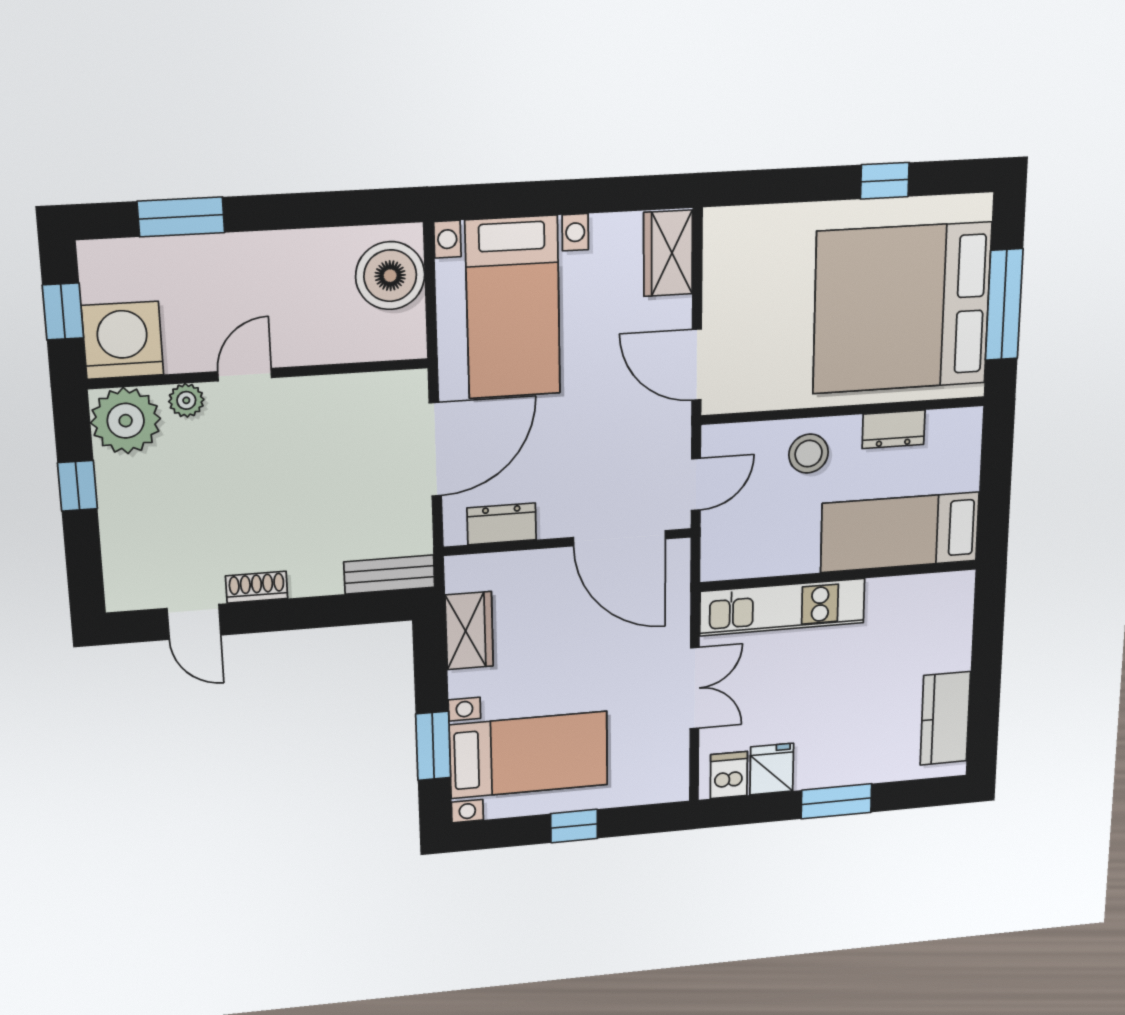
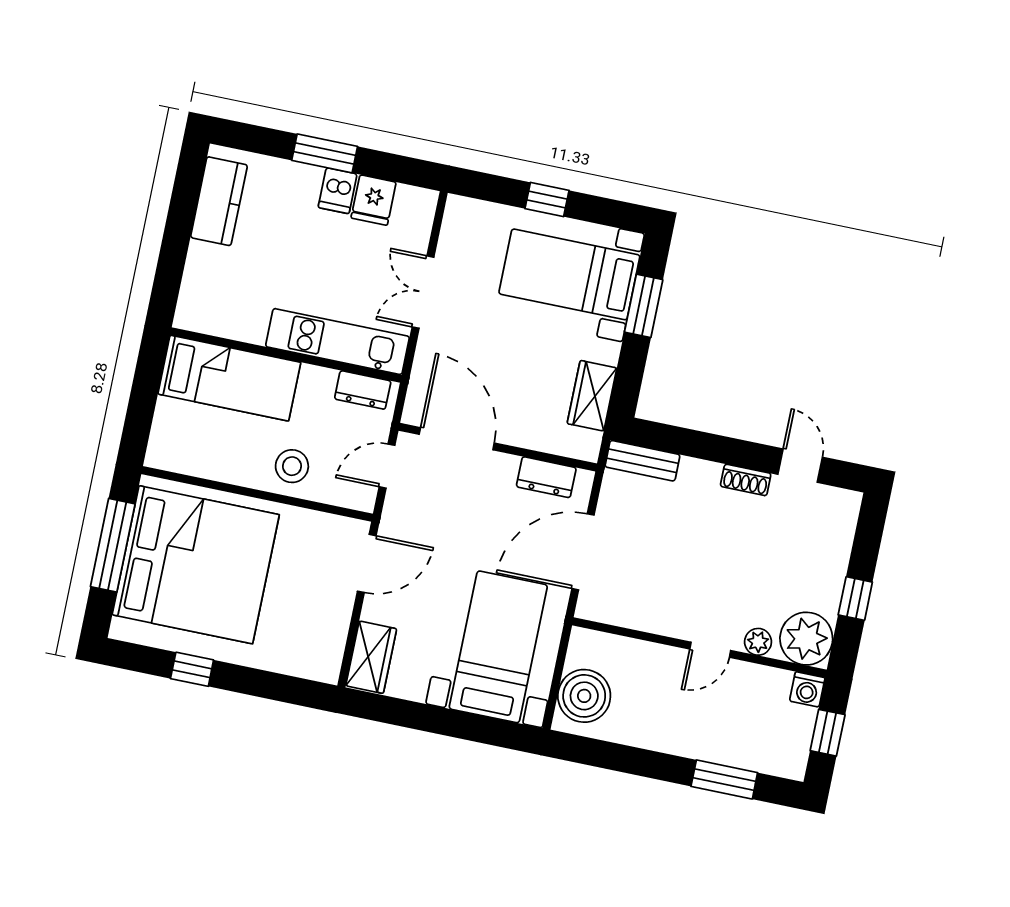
washing machine: (123, 340) -> (807, 689), width x0.53, depth x0.53
door: (697, 365) -> (367, 563), hinge flipped
dresser: (894, 429) -> (363, 390), moved, turned 180
dishwasher: (729, 775) -> (338, 191), moved

